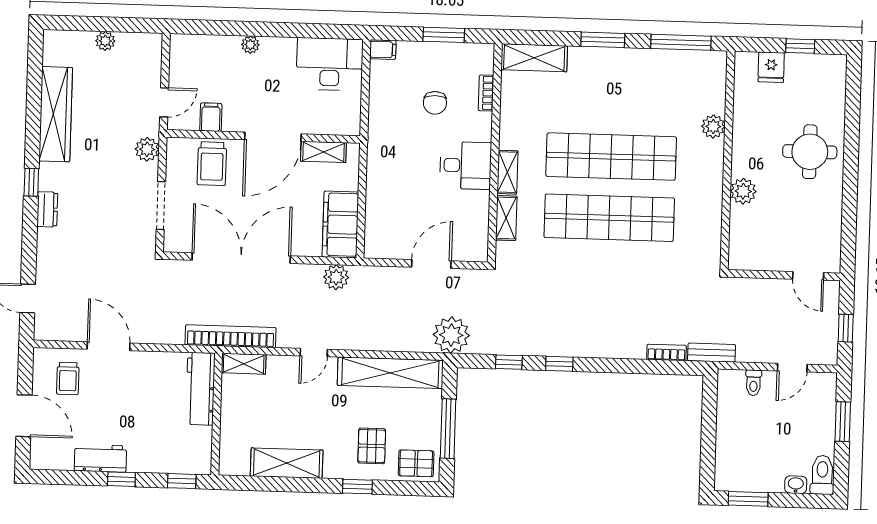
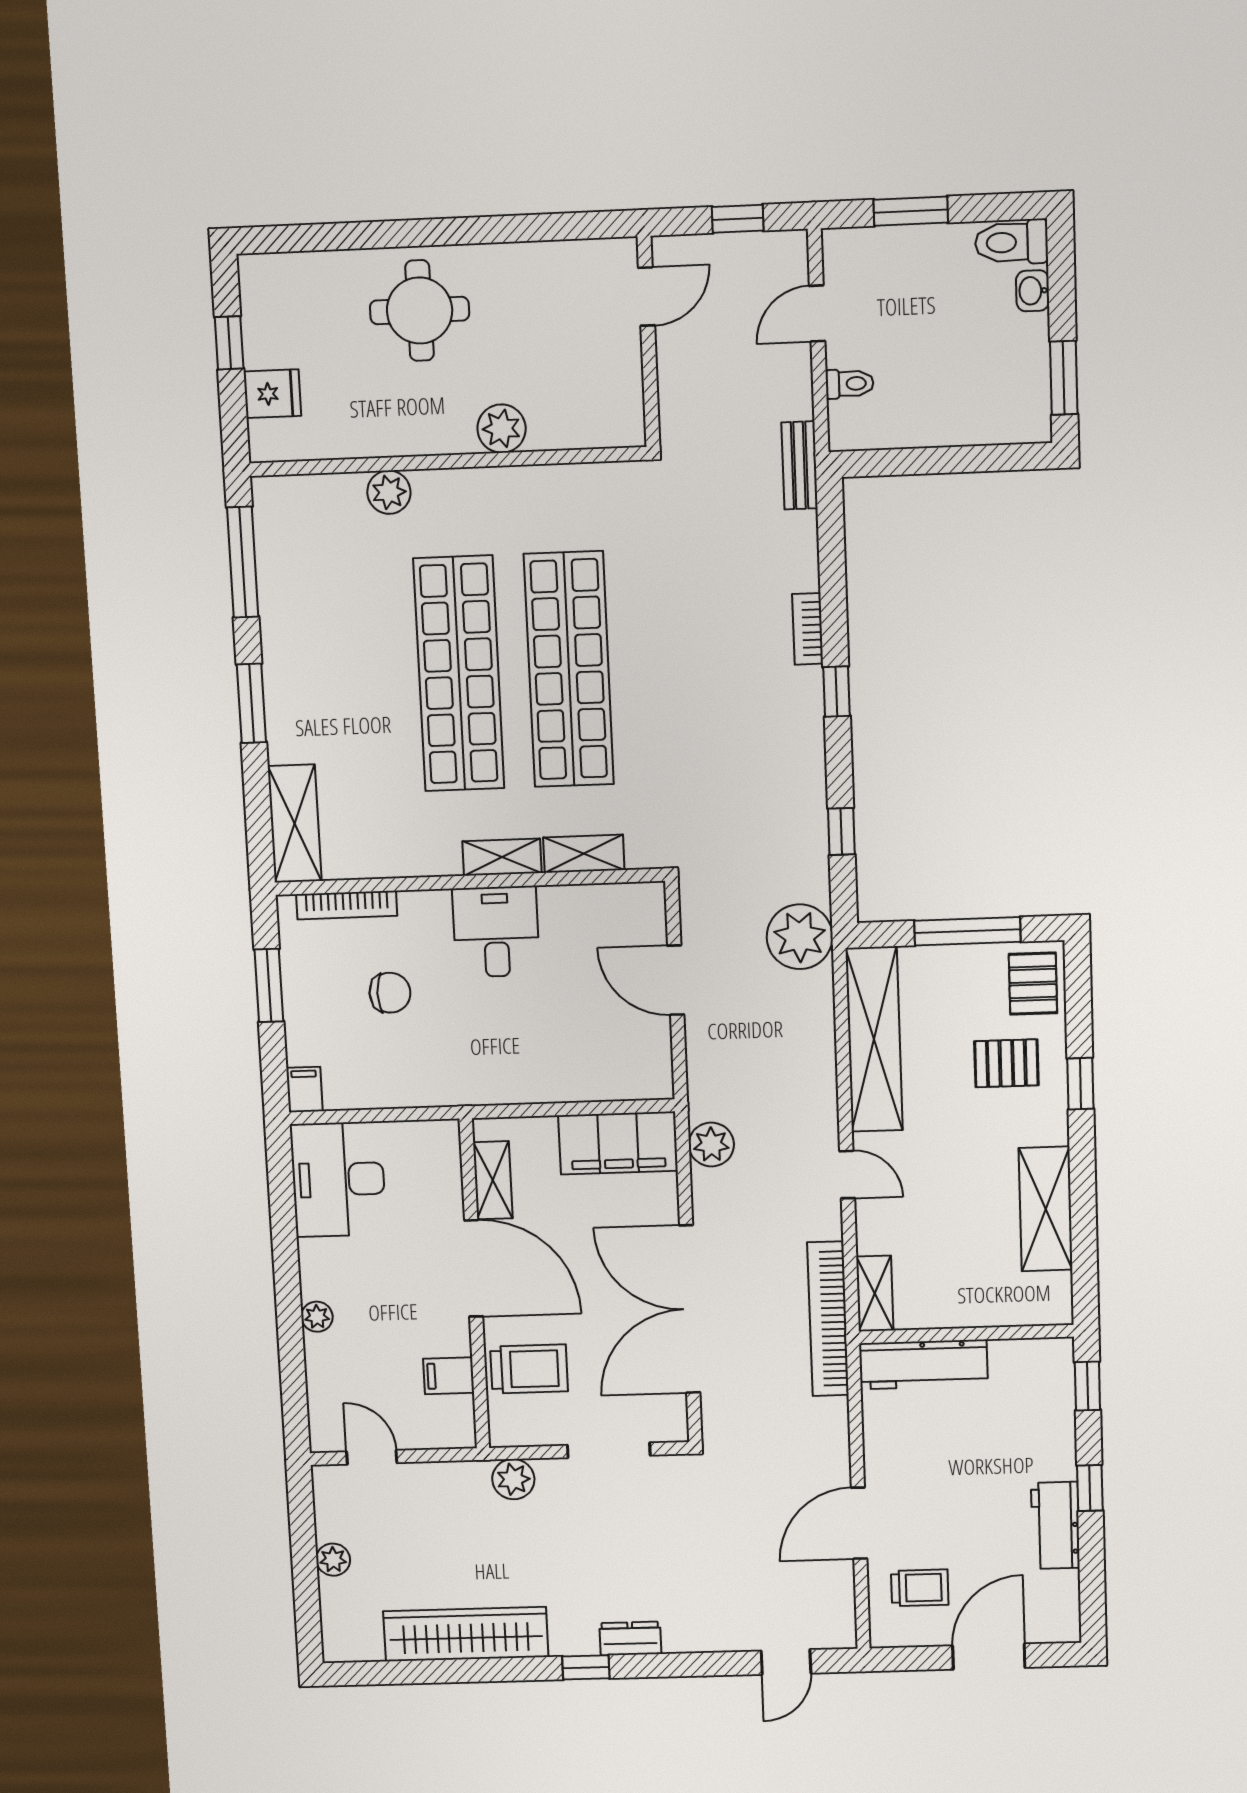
bookcase: (486, 93) -> (347, 905), width x1.56
door: (164, 102) -> (372, 1457), moved
bookcase: (667, 352) -> (808, 629), moved
window: (559, 364) -> (837, 692), moved
door: (792, 368) -> (817, 313), swing flipped

